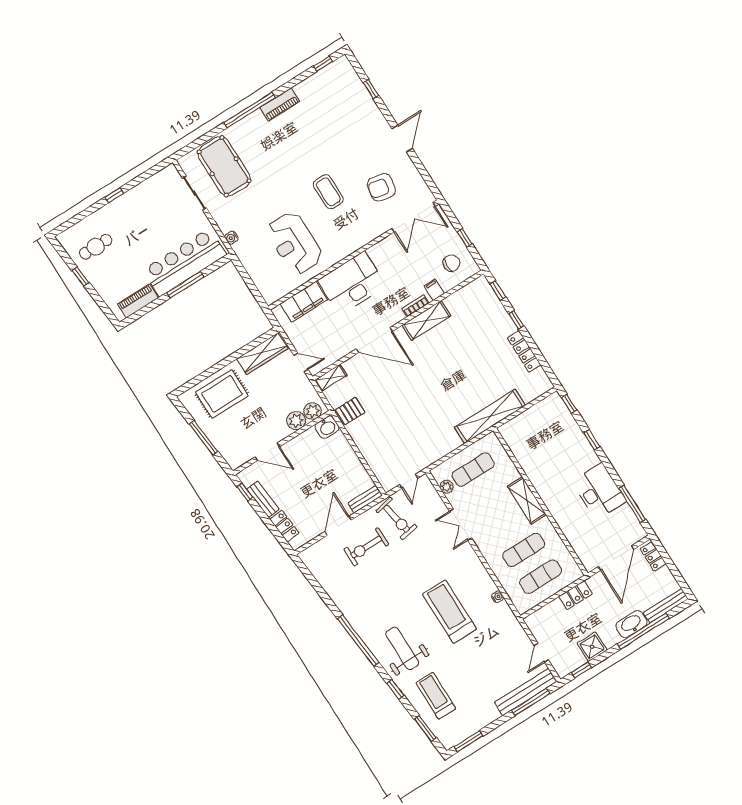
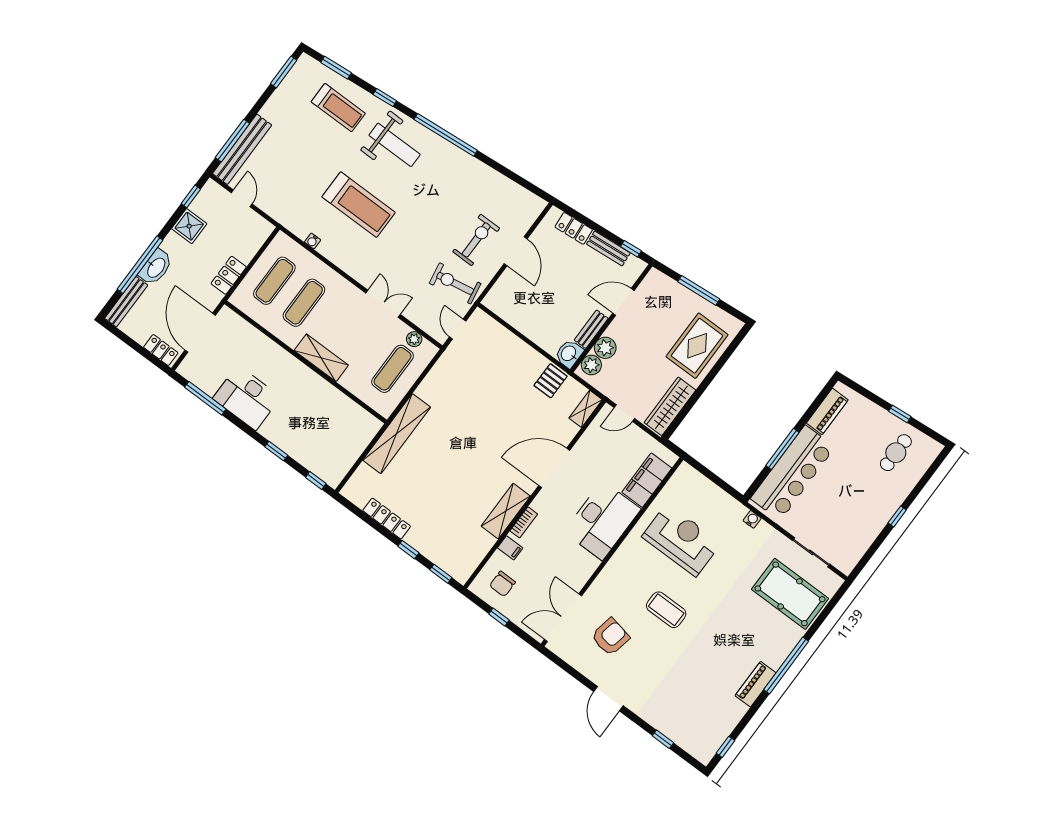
bench: (365, 499) -> (591, 329), moved

